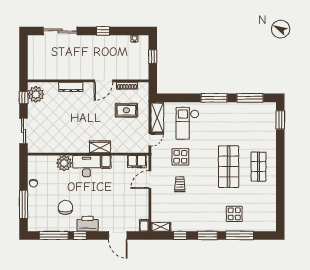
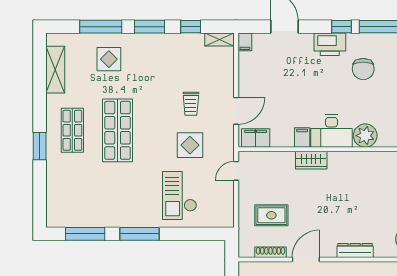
shelving: (157, 118) -> (55, 70), moved
window: (280, 120) -> (40, 146), moved
checkout: (187, 123) -> (179, 196), turned 180

